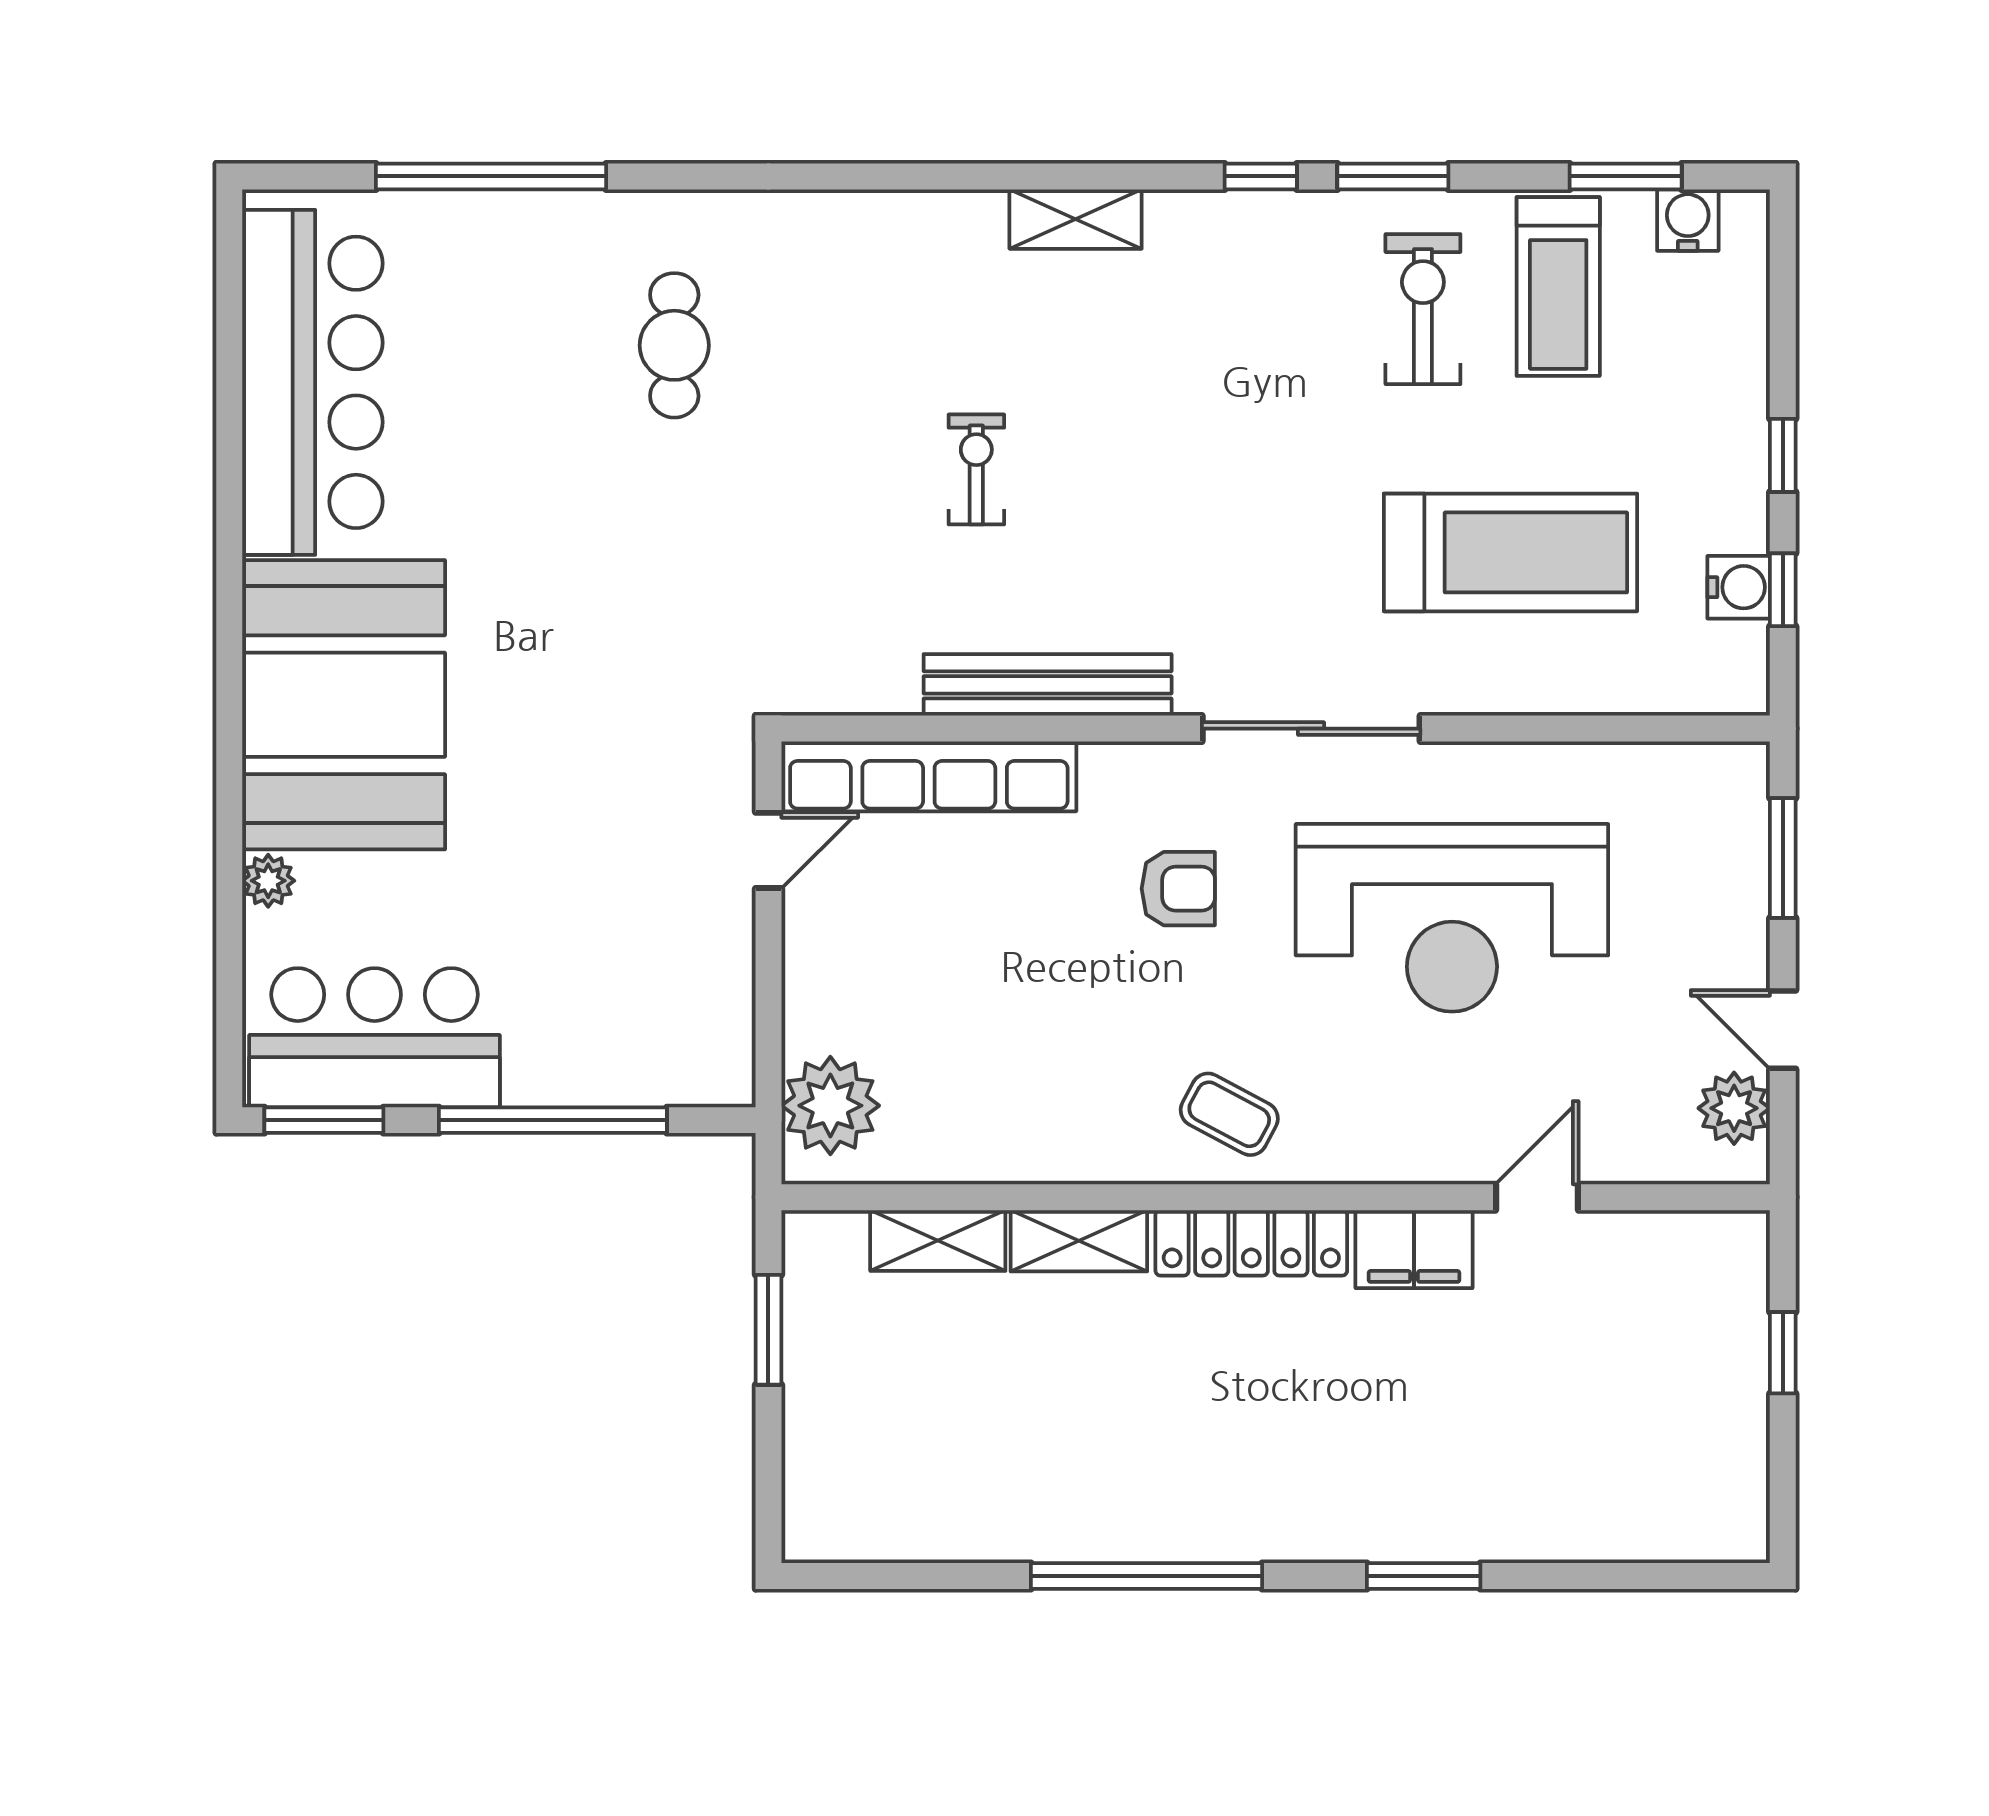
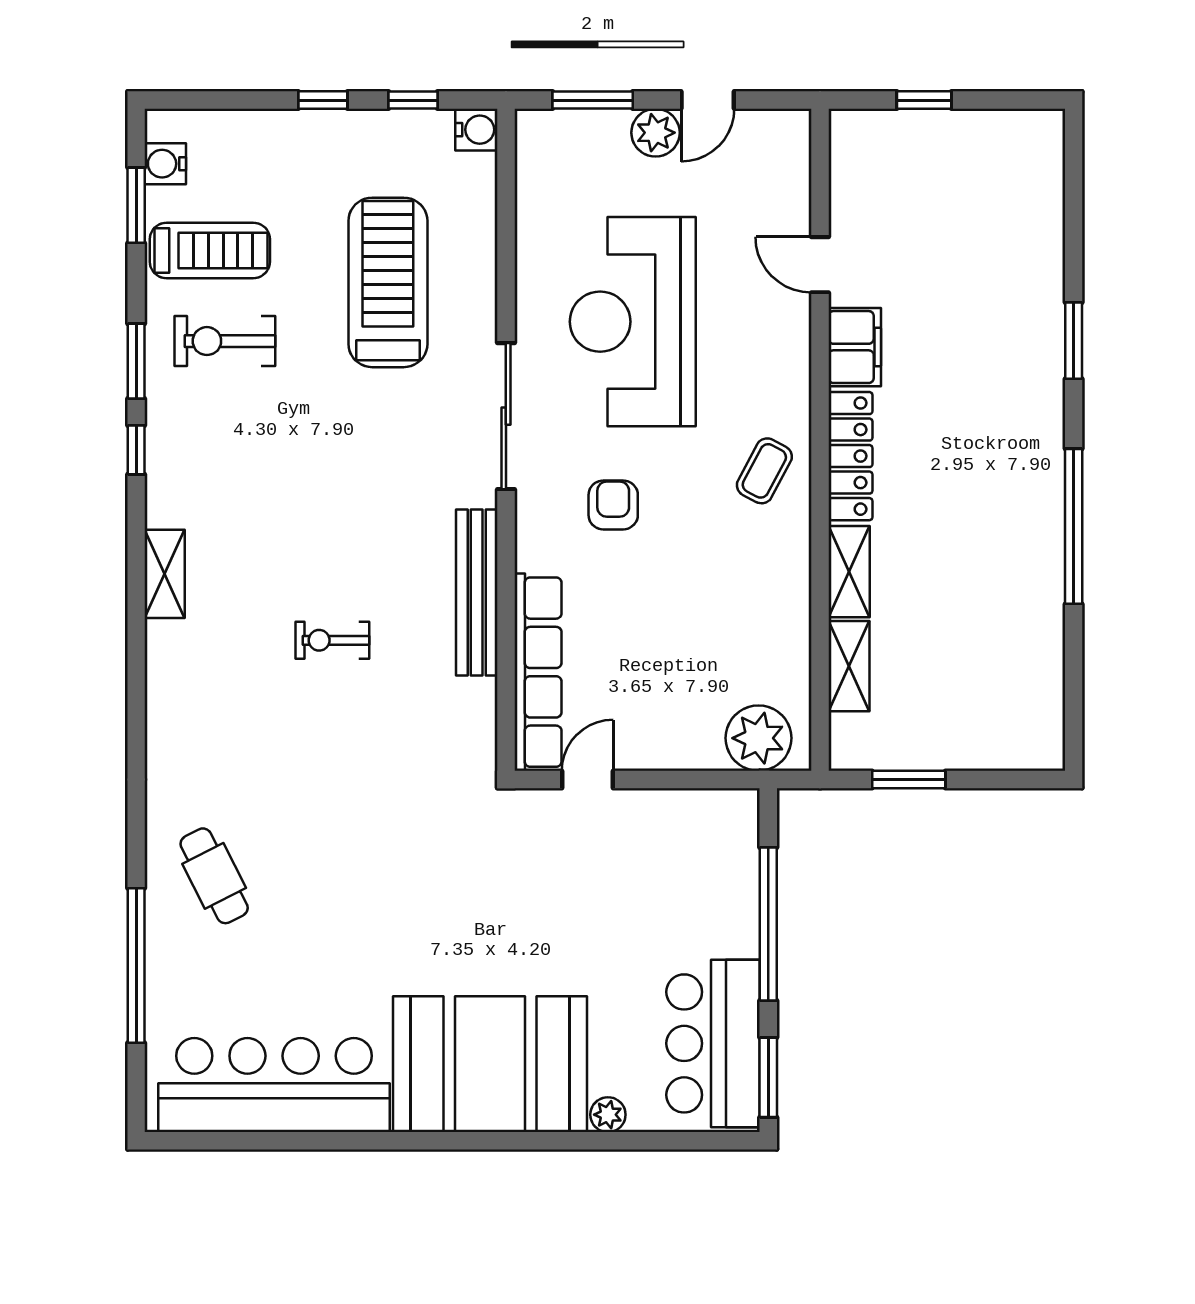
cafe table: (674, 345) -> (214, 876), moved, turned 63
water cooler: (1739, 587) -> (476, 130), moved, turned 90
door: (768, 850) -> (588, 780), hinge flipped
reception desk: (1452, 918) -> (633, 322), turned 180
plant: (1734, 1108) -> (656, 133), moved

